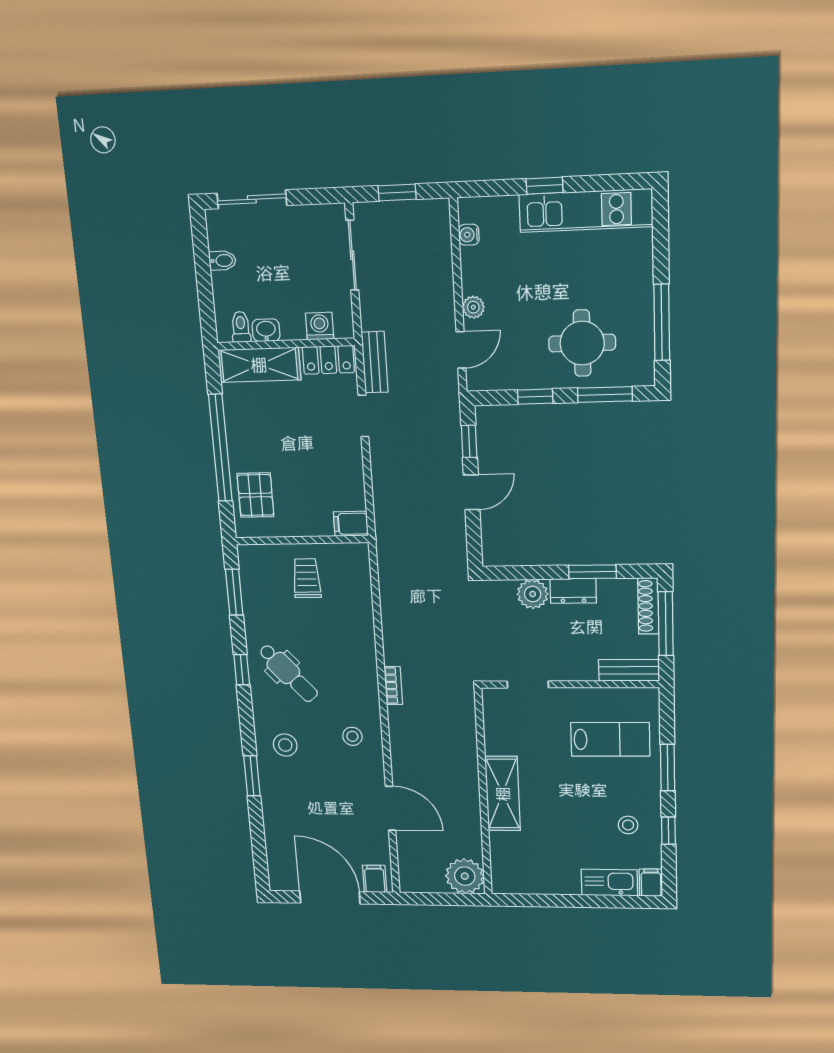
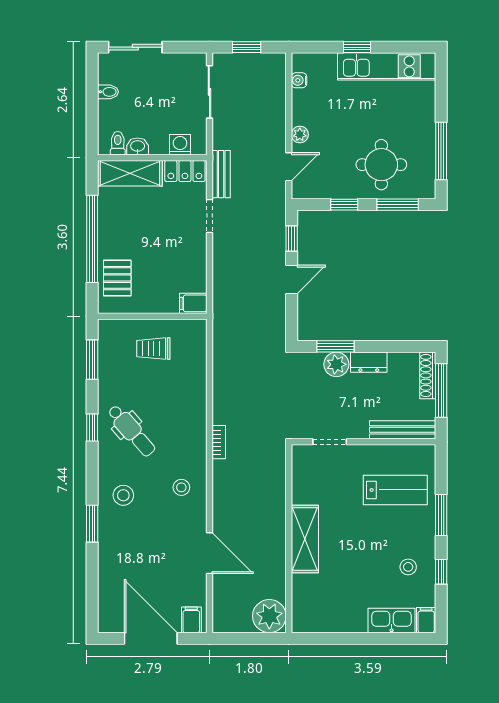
window: (592, 572) -> (336, 346), moved
trolley: (307, 578) -> (153, 349), turned -90
bench: (629, 670) -> (403, 430), width x1.36

